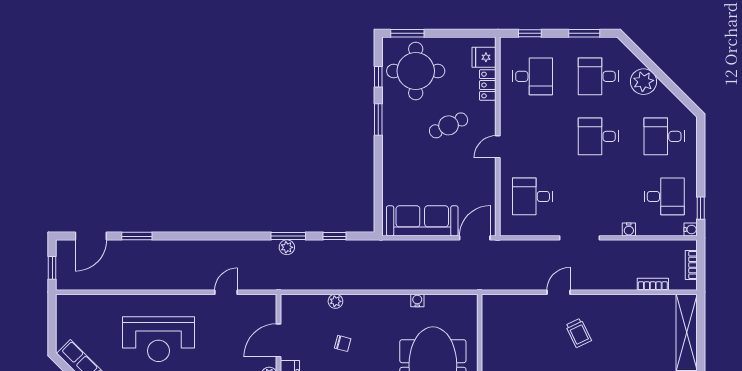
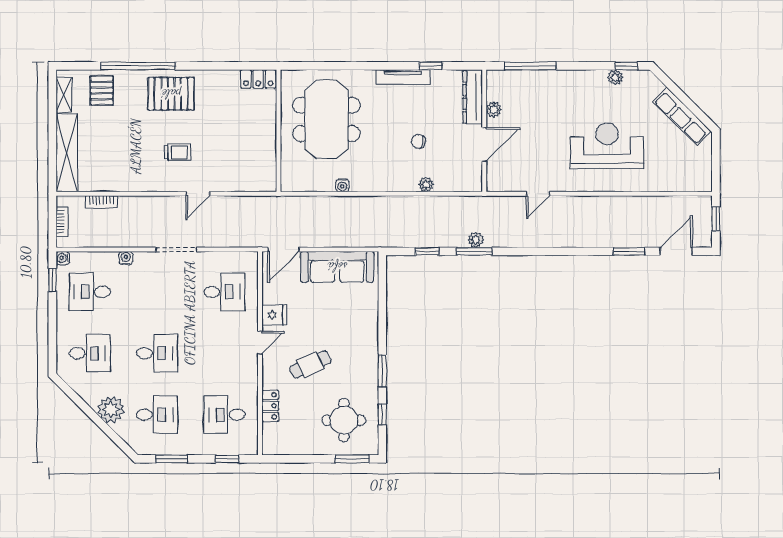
fridge: (484, 57) -> (274, 315), moved
round table: (416, 71) -> (344, 420), width x0.73, depth x0.73
trolley: (578, 333) -> (177, 152), turned 116

